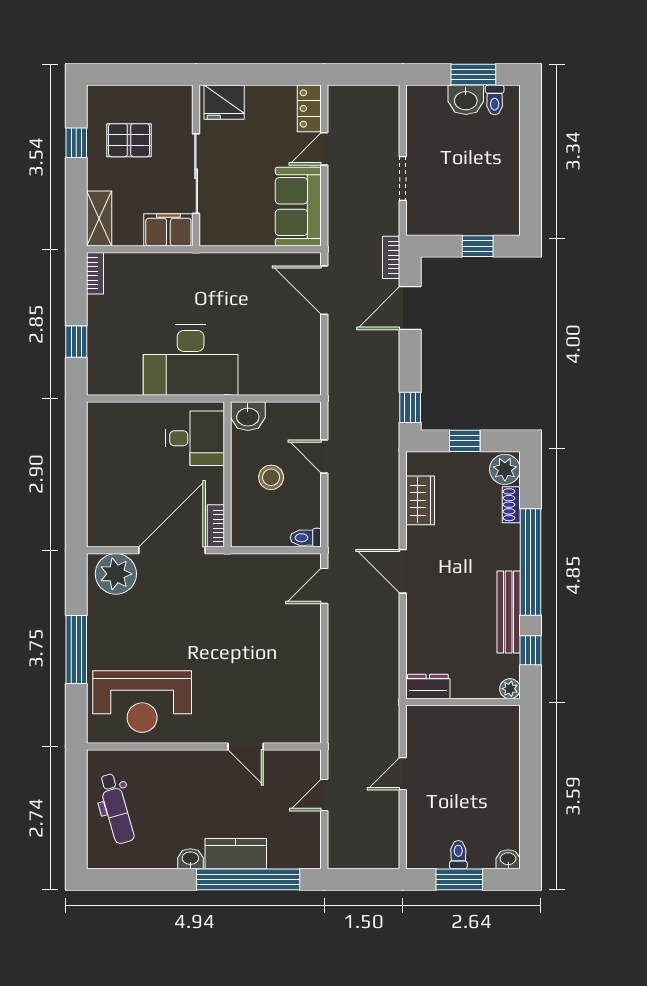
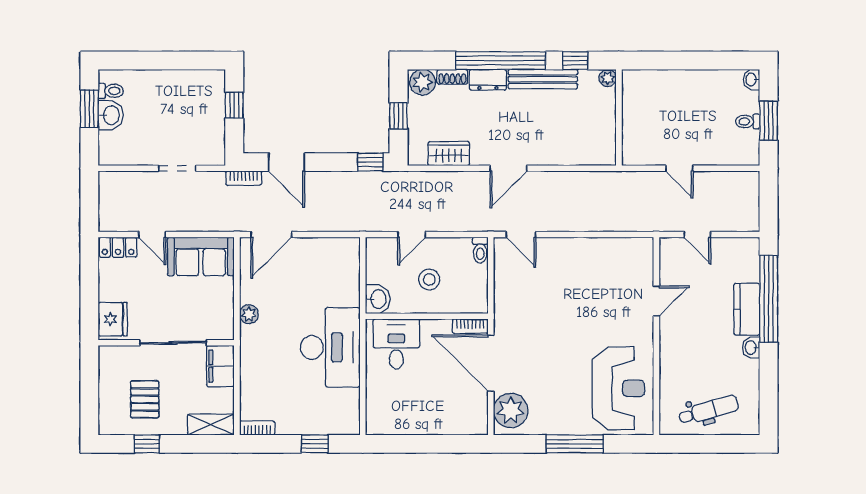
plant: (230, 264) -> (249, 314), added
dresser: (428, 687) -> (488, 80), moved, turned -90

